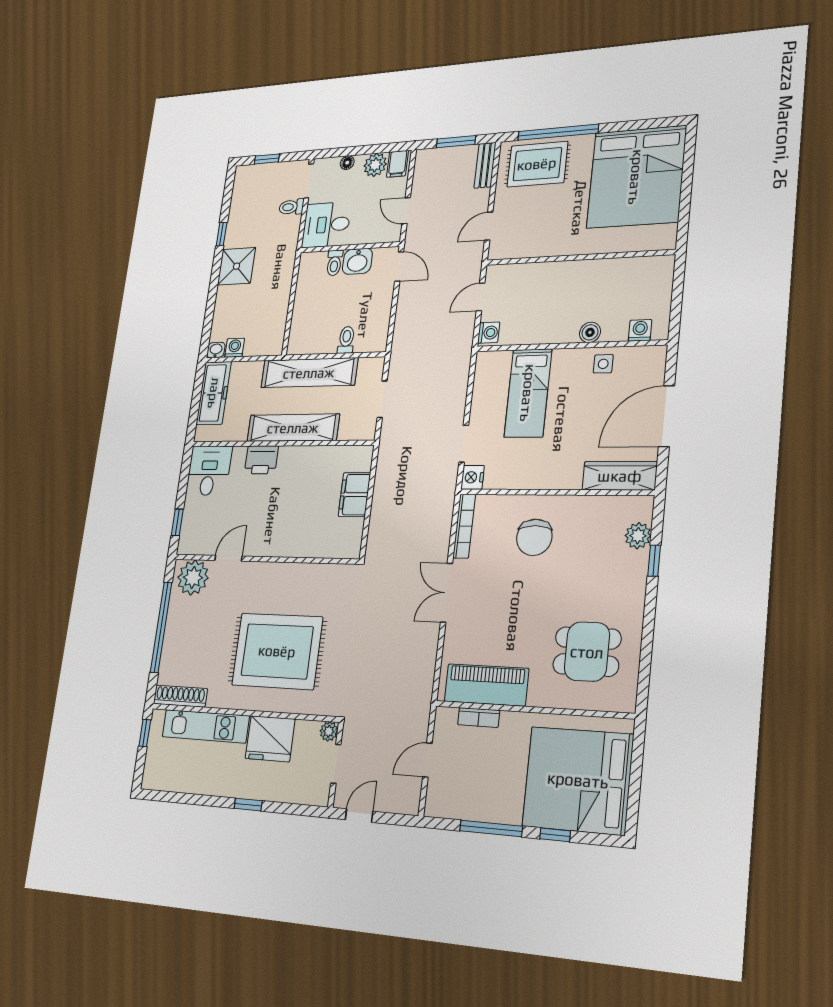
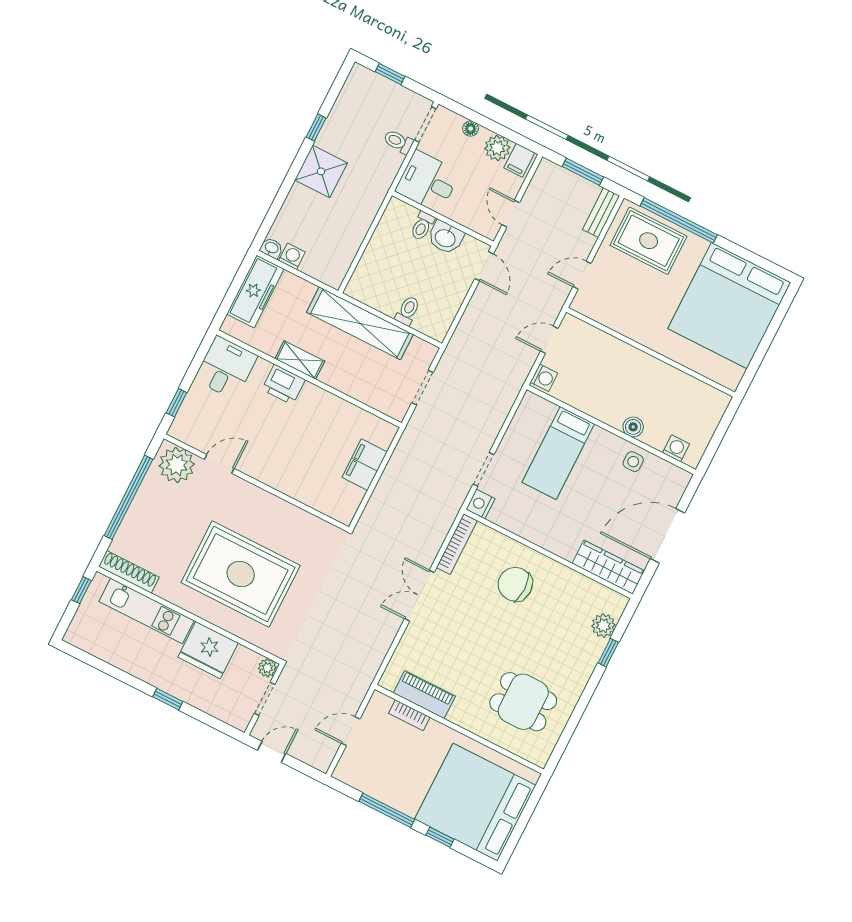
shelving: (293, 428) -> (300, 360), width x0.45, depth x0.75
chair: (534, 537) -> (515, 584), turned 90
piano: (486, 685) -> (424, 695), width x0.73, depth x0.75

